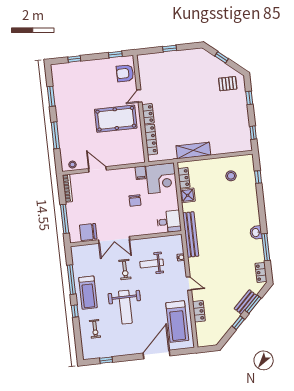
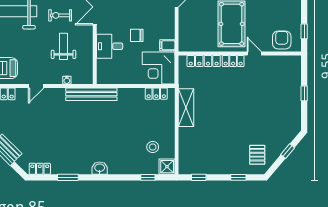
shower: (188, 195) -> (167, 167), moved
desk: (169, 222) -> (110, 46), moved, turned 90
washbasin: (256, 233) -> (100, 168), moved
window: (266, 247) -> (68, 177), width x0.69

